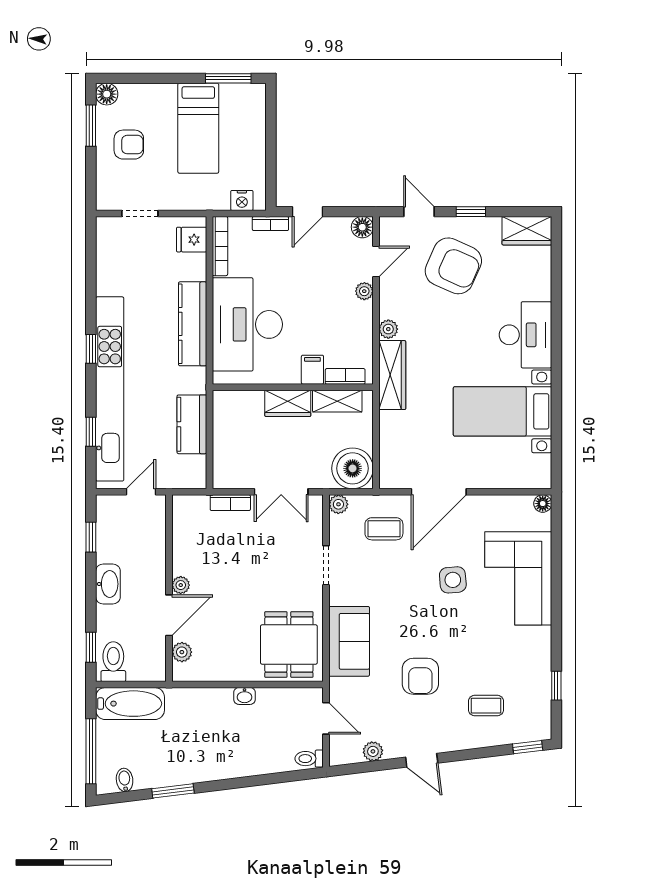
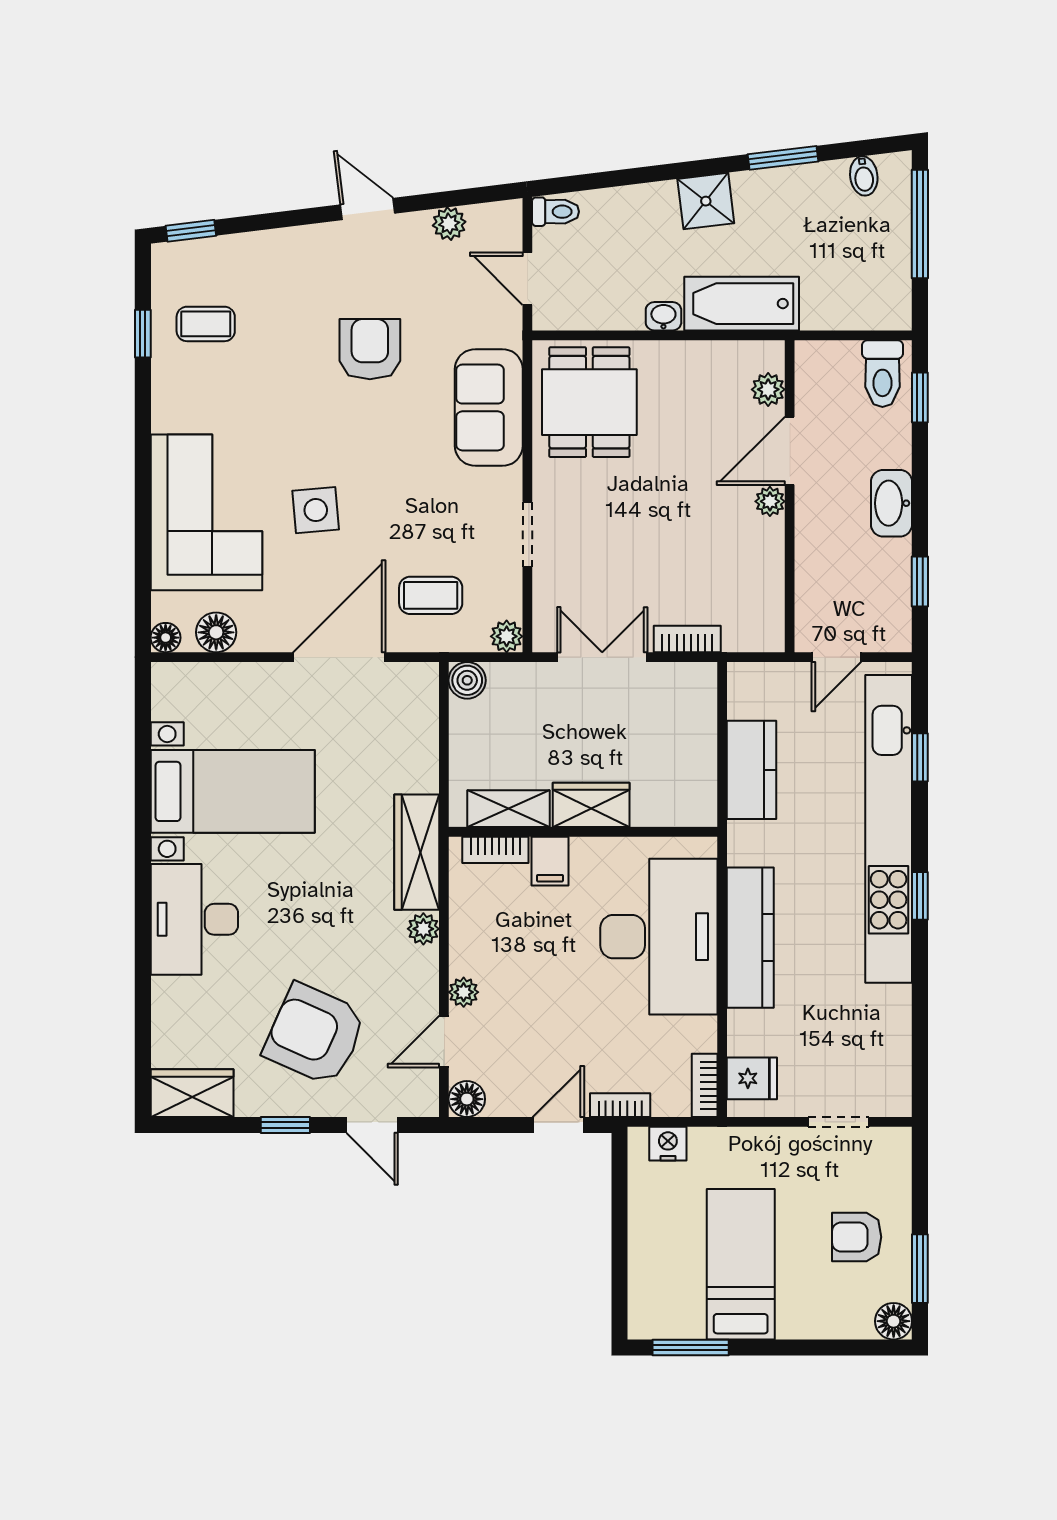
bookcase: (220, 246) -> (705, 1085), width x0.64
boiler: (353, 468) -> (467, 680), width x0.54, depth x0.54
floor lamp: (512, 507) -> (216, 632), added
bathtub: (130, 704) -> (742, 304), moved
coffee table: (486, 706) -> (206, 324), moved
shower: (219, 765) -> (706, 201), added

